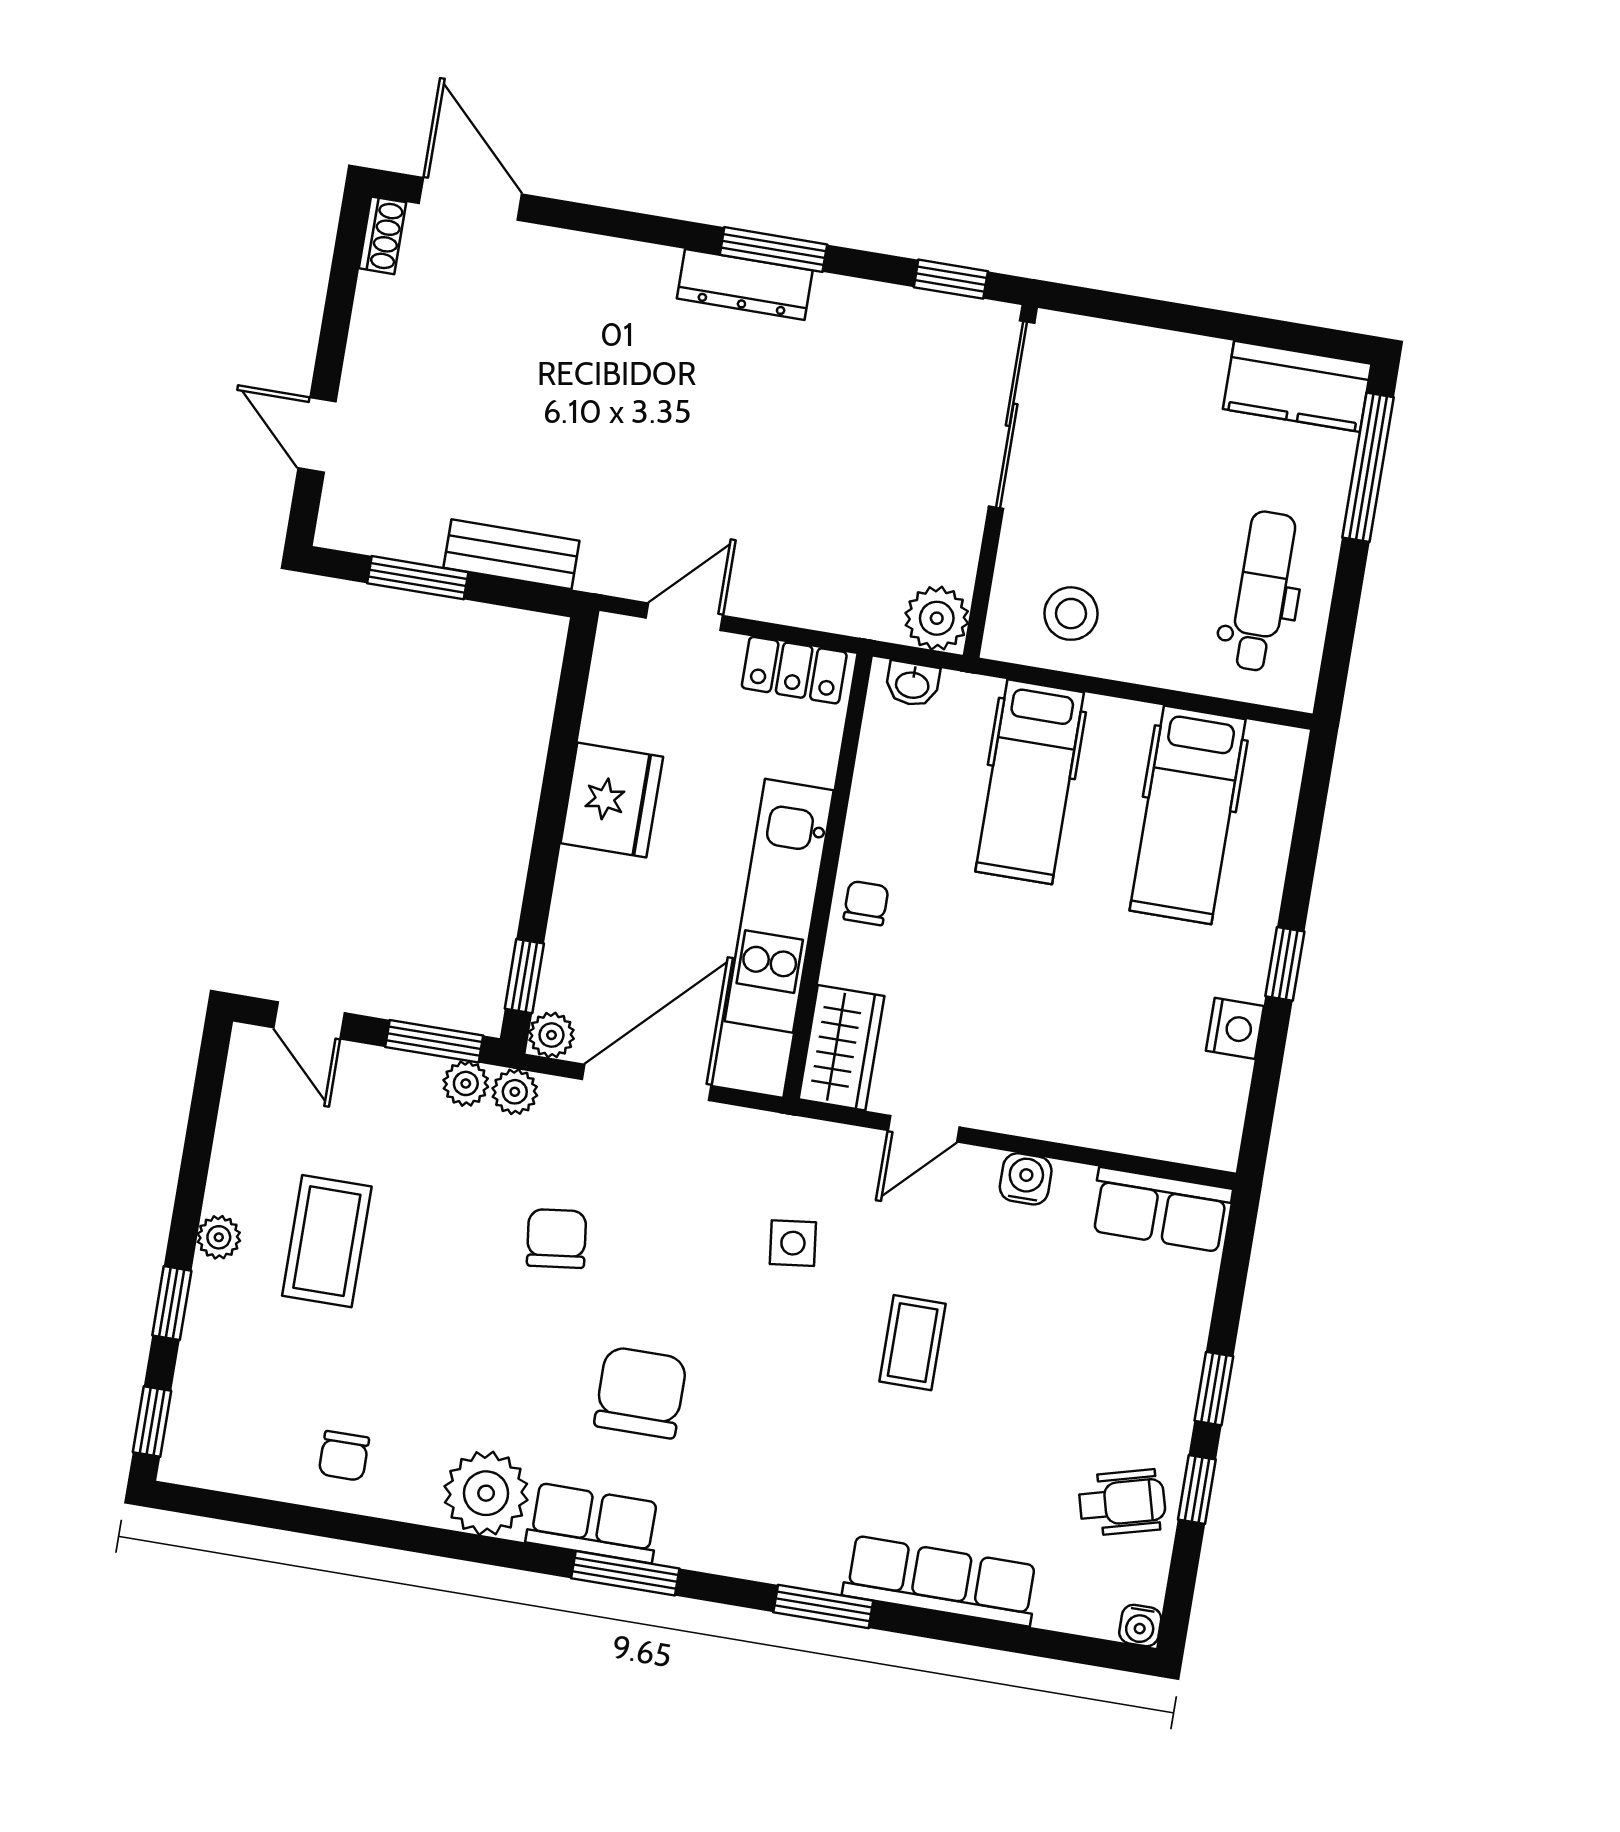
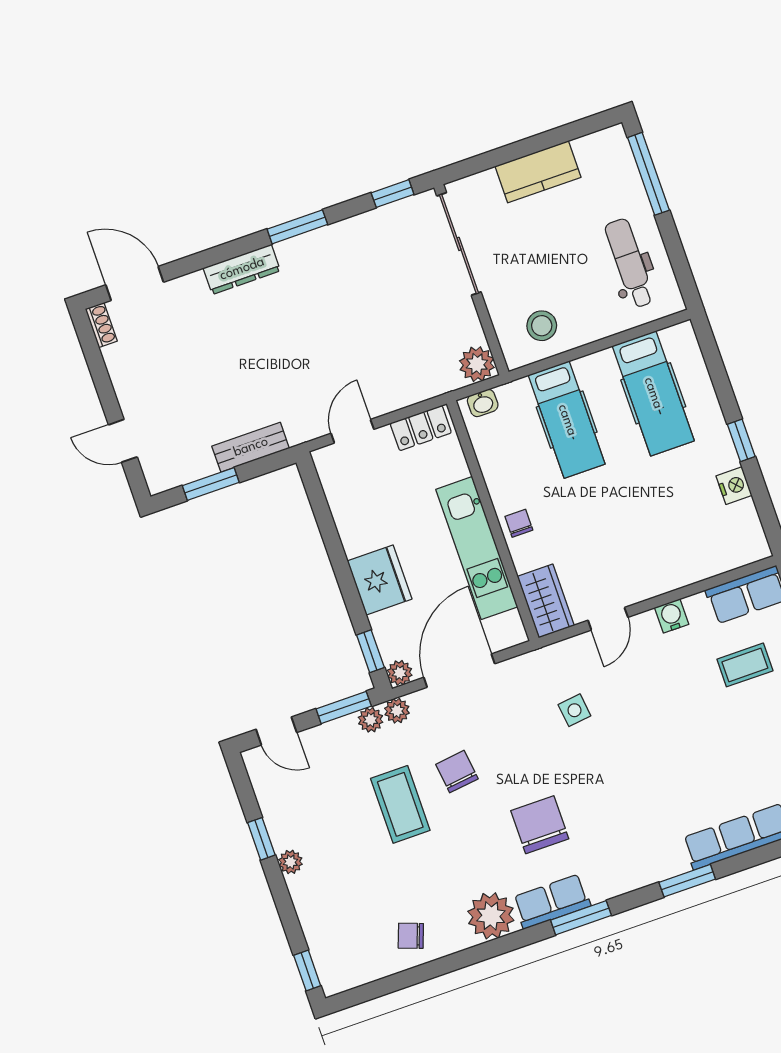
dresser: (745, 284) -> (242, 269), moved
kitchen counter: (1297, 386) -> (538, 172), moved
fridge: (612, 800) -> (380, 580), moved
coffee table: (327, 1241) -> (400, 804), moved
window: (172, 1303) -> (261, 839), moved
coffee table: (913, 1343) -> (745, 665), moved, turned 90
chair: (344, 1456) -> (411, 936), turned 110

